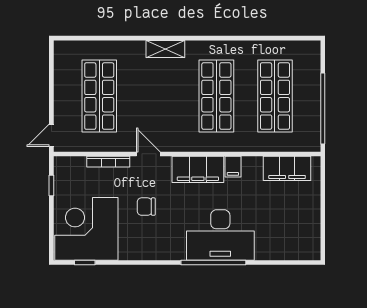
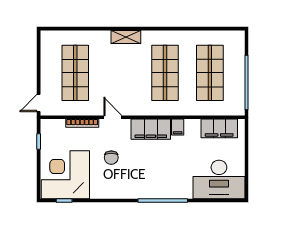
chair: (146, 207) -> (111, 158), turned -90
desk: (220, 235) -> (219, 179), moved

